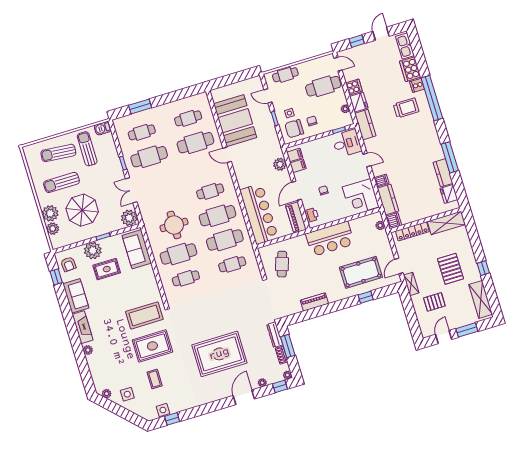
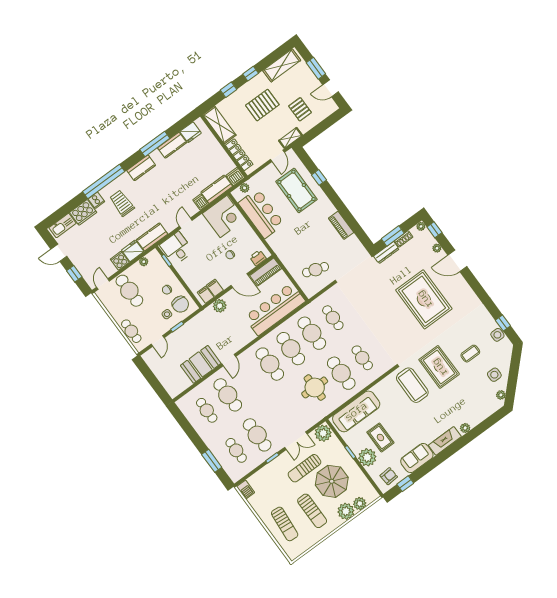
booth: (235, 121) -> (201, 364), width x0.73, depth x0.70
kitchen counter: (432, 137) -> (141, 168), added
sun lounger: (87, 149) -> (304, 468), moved
cafe table: (210, 191) -> (270, 364), width x1.37, depth x1.35
bar counter: (330, 239) -> (261, 214), moved
window: (476, 243) -> (228, 90), added
sofa: (137, 249) -> (356, 411), width x1.36
door: (399, 266) -> (277, 156), hinge flipped

